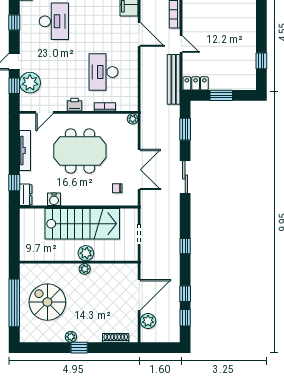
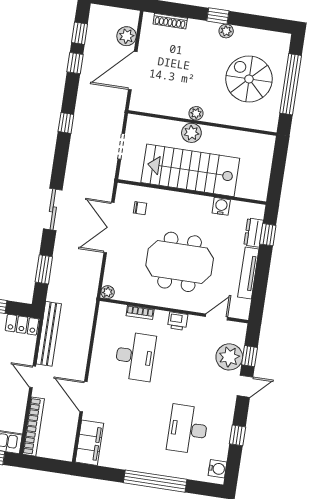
dresser: (26, 195) -> (254, 233), moved
spiral stairs: (47, 302) -> (249, 79), turned 180

